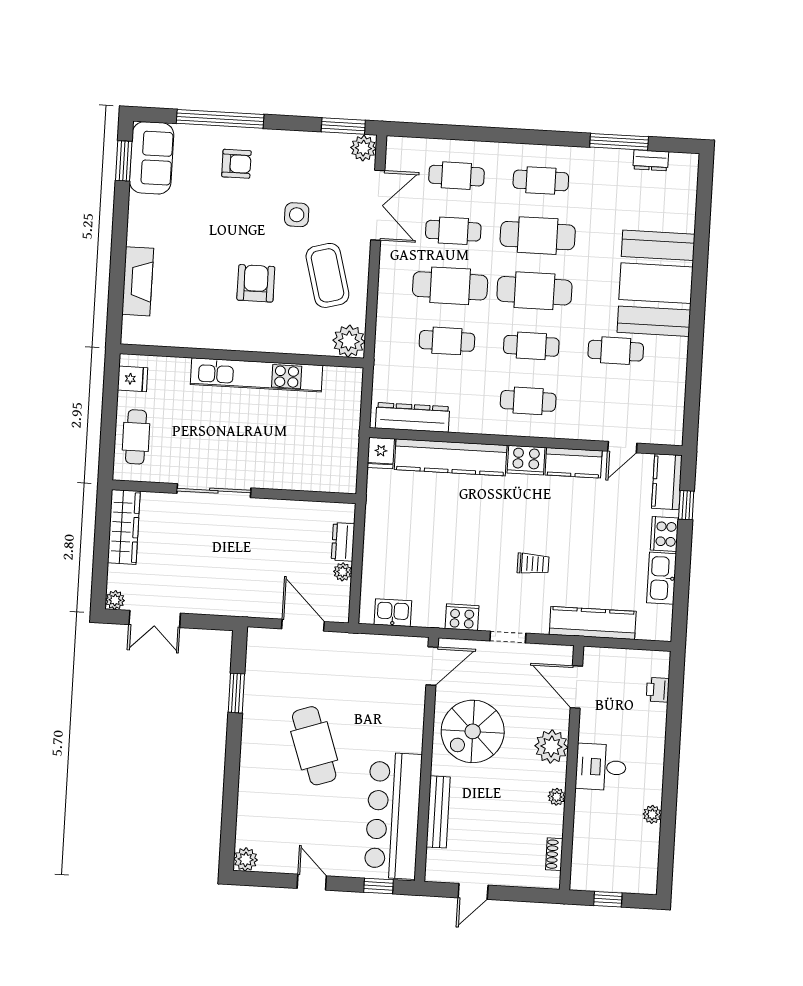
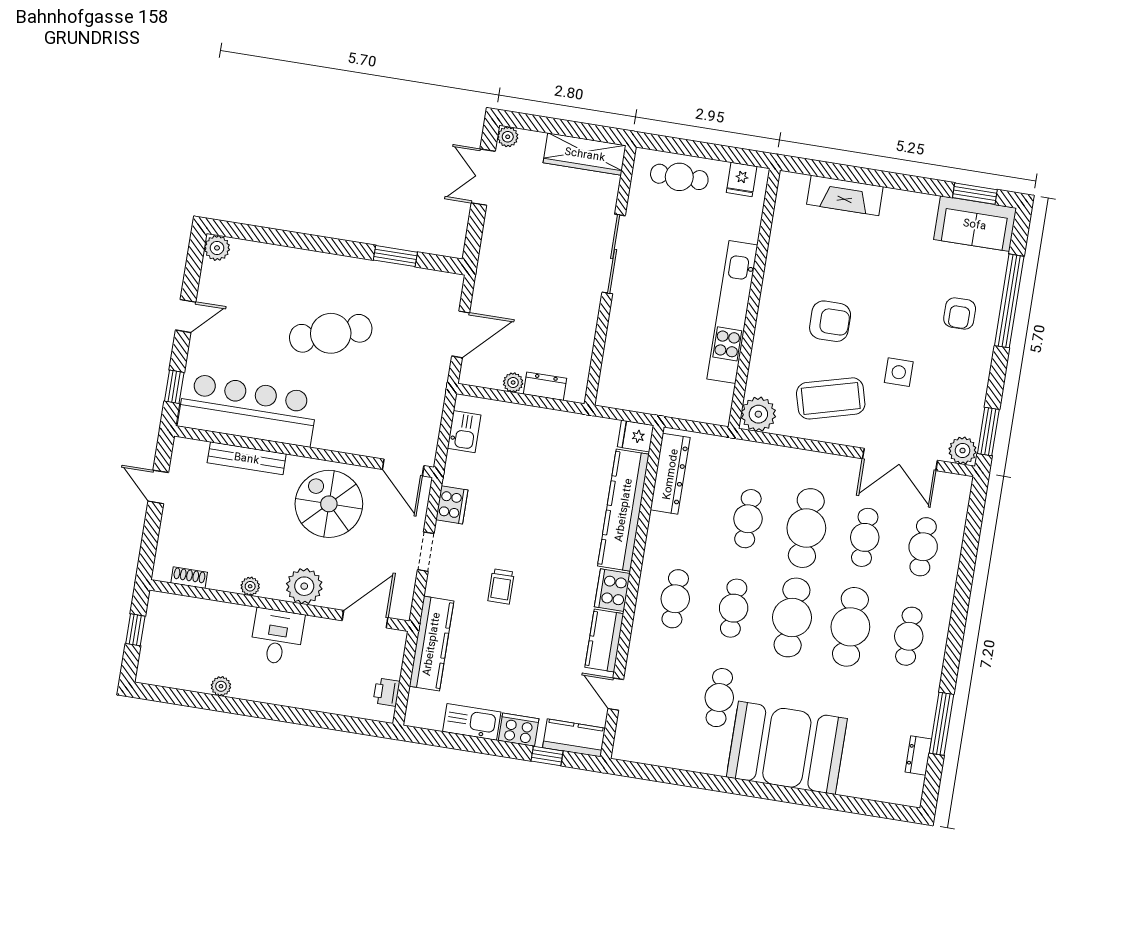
printer: (658, 690) -> (386, 692), moved, turned -90

